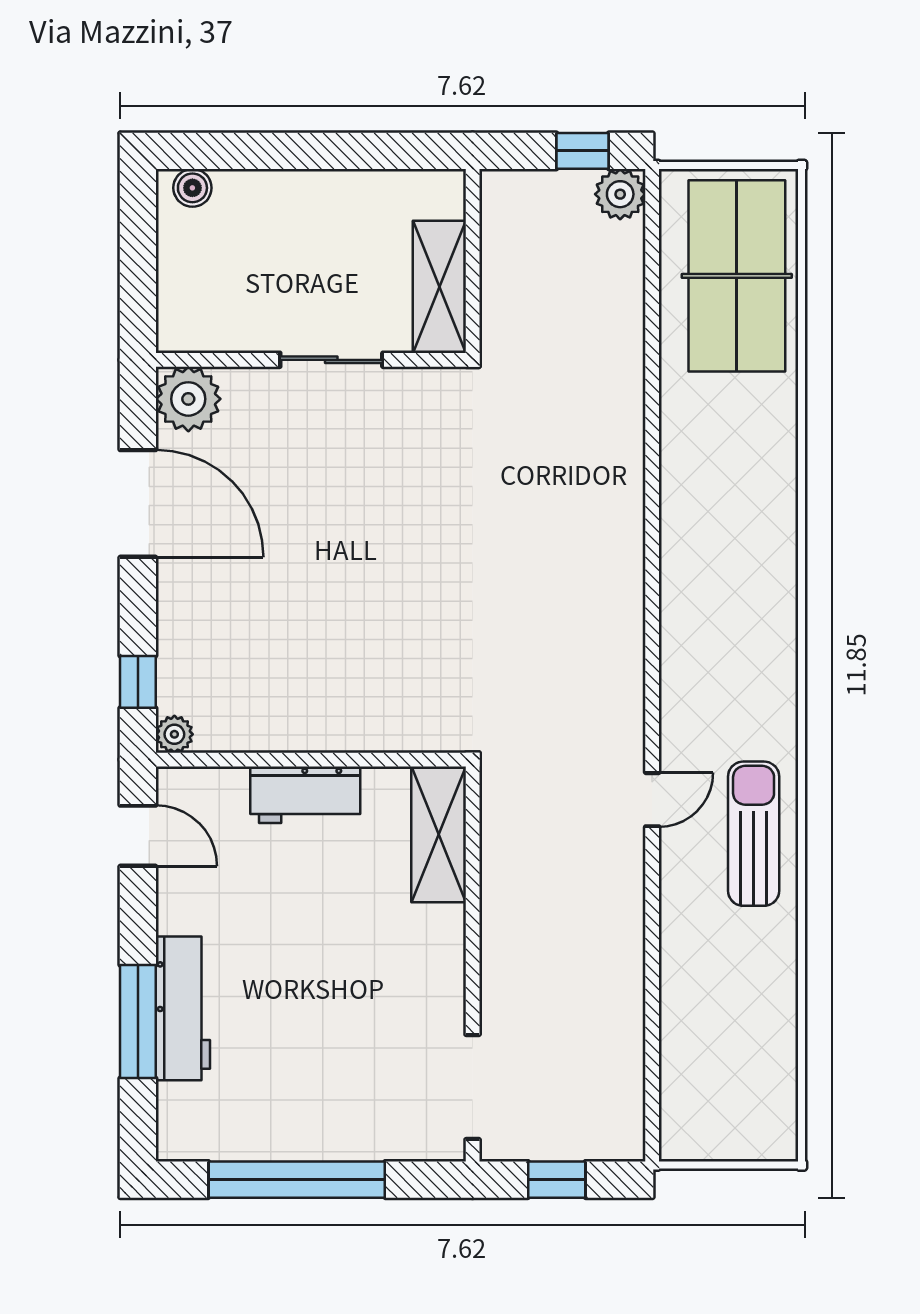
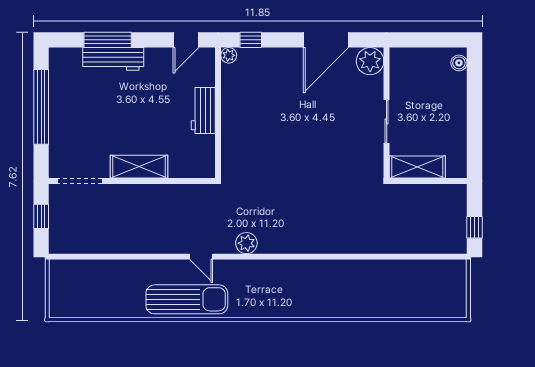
plant: (620, 194) -> (246, 243), moved
table tennis table: (737, 276) -> (422, 292), removed
shelving: (439, 834) -> (139, 167), moved
sun lounger: (754, 834) -> (187, 299), width x1.36, depth x1.34

